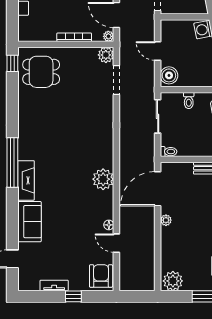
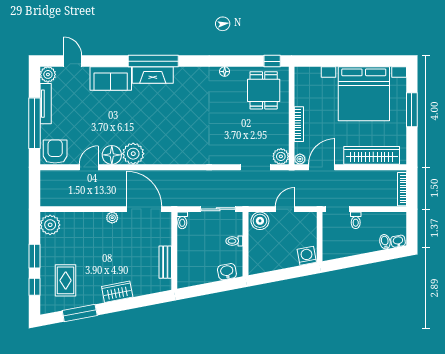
floor lamp: (23, 110) -> (225, 72), added
window: (12, 163) -> (153, 61), moved
plant: (103, 179) -> (133, 154), moved
floor lamp: (109, 225) -> (112, 155), width x1.89, depth x1.89
armchair: (101, 276) -> (55, 152), turned -90
plant: (26, 283) -> (48, 74), added
tv unit: (54, 285) -> (46, 104), width x1.41
window: (73, 296) -> (34, 123), width x3.17

